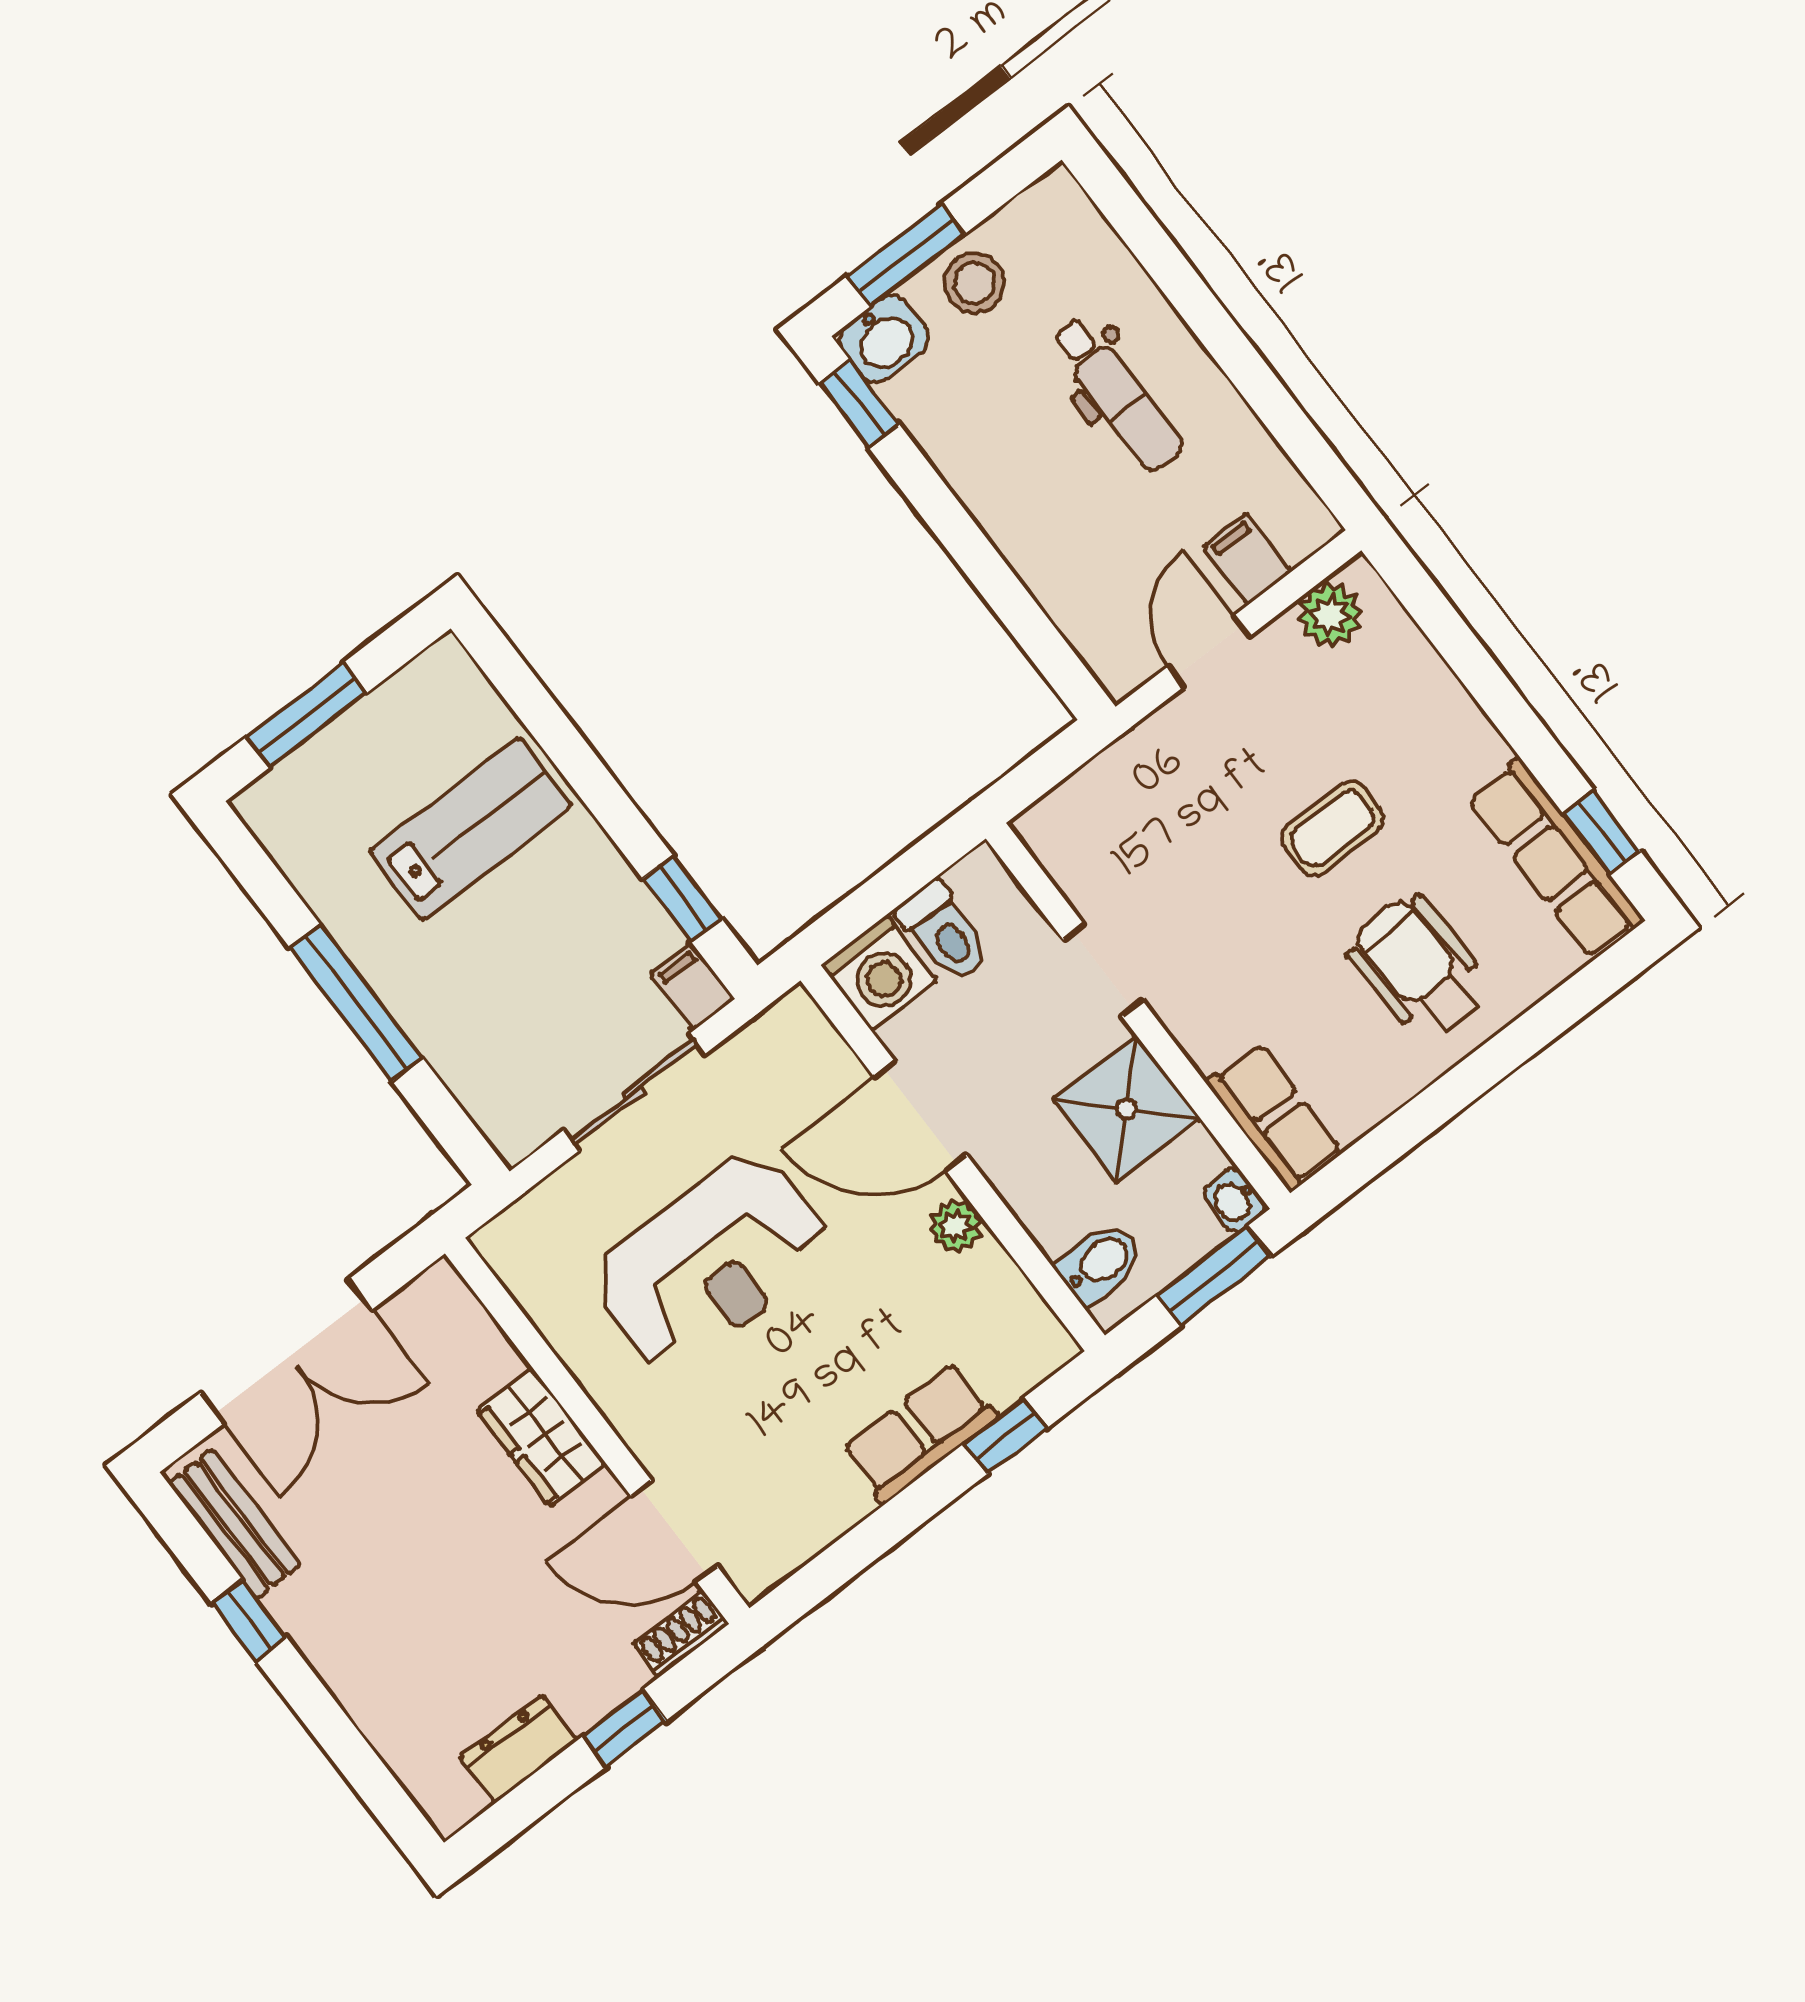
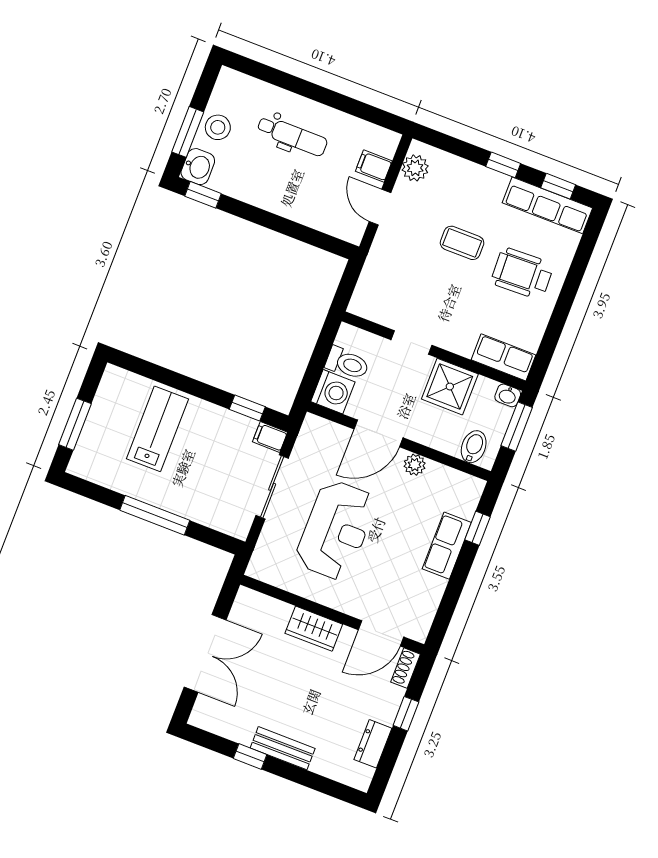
window: (1515, 720) -> (503, 165), added
coffee table: (1332, 828) -> (462, 243), turned 90
bench: (234, 1524) -> (283, 748), moved

